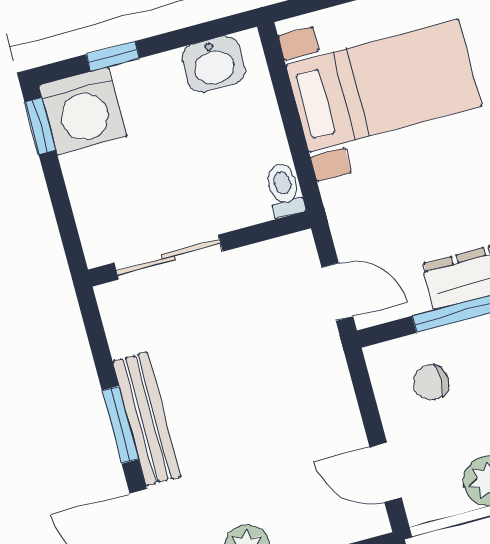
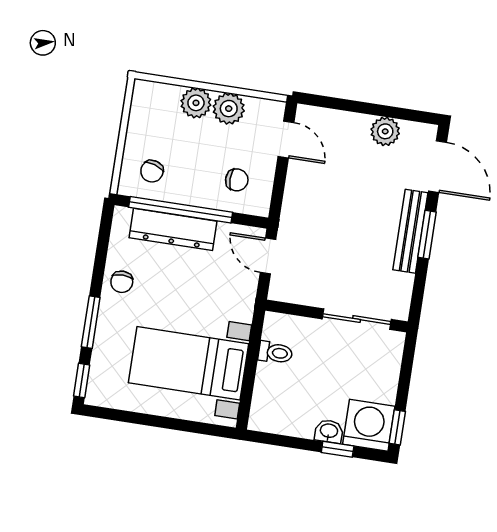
washbasin: (213, 64) -> (329, 431), moved, width x0.72, depth x0.69
toilet: (284, 190) -> (275, 353), moved, turned -90

